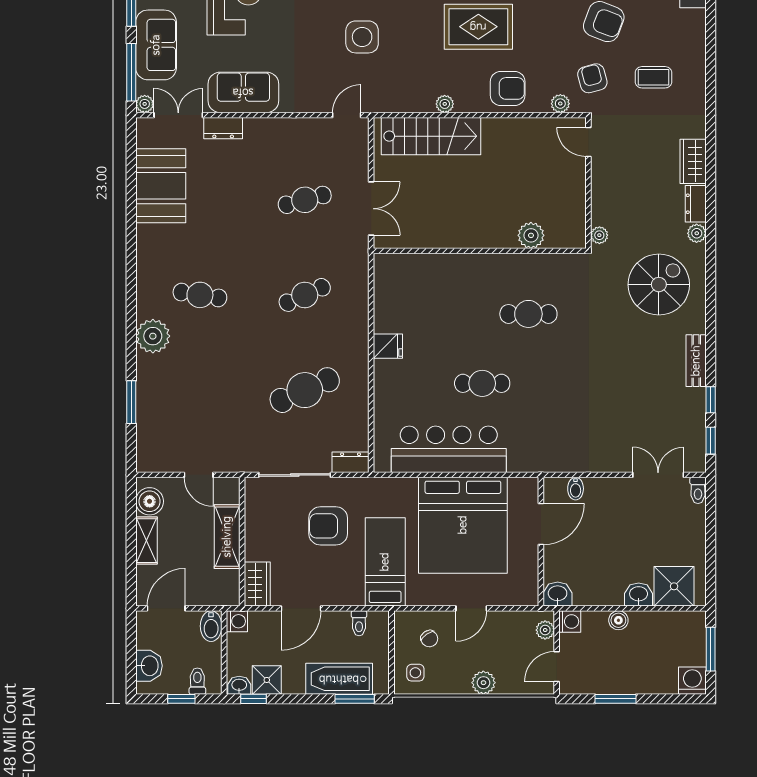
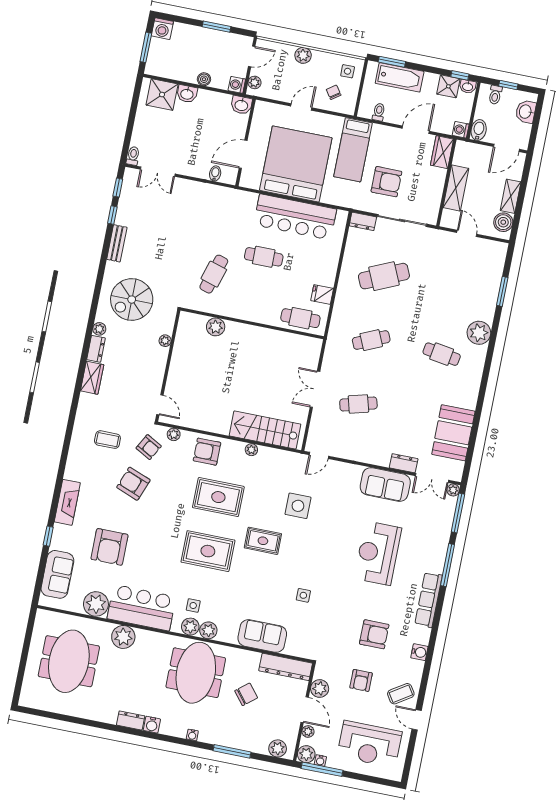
sofa: (156, 45) -> (438, 528), removed
armchair: (592, 78) -> (149, 447), turned -46
plant: (531, 235) -> (216, 327), moved
wall: (480, 251) -> (252, 323), moved
cafe table: (412, 306) -> (300, 318), added
cafe table: (528, 314) -> (214, 274), moved, turned -73

